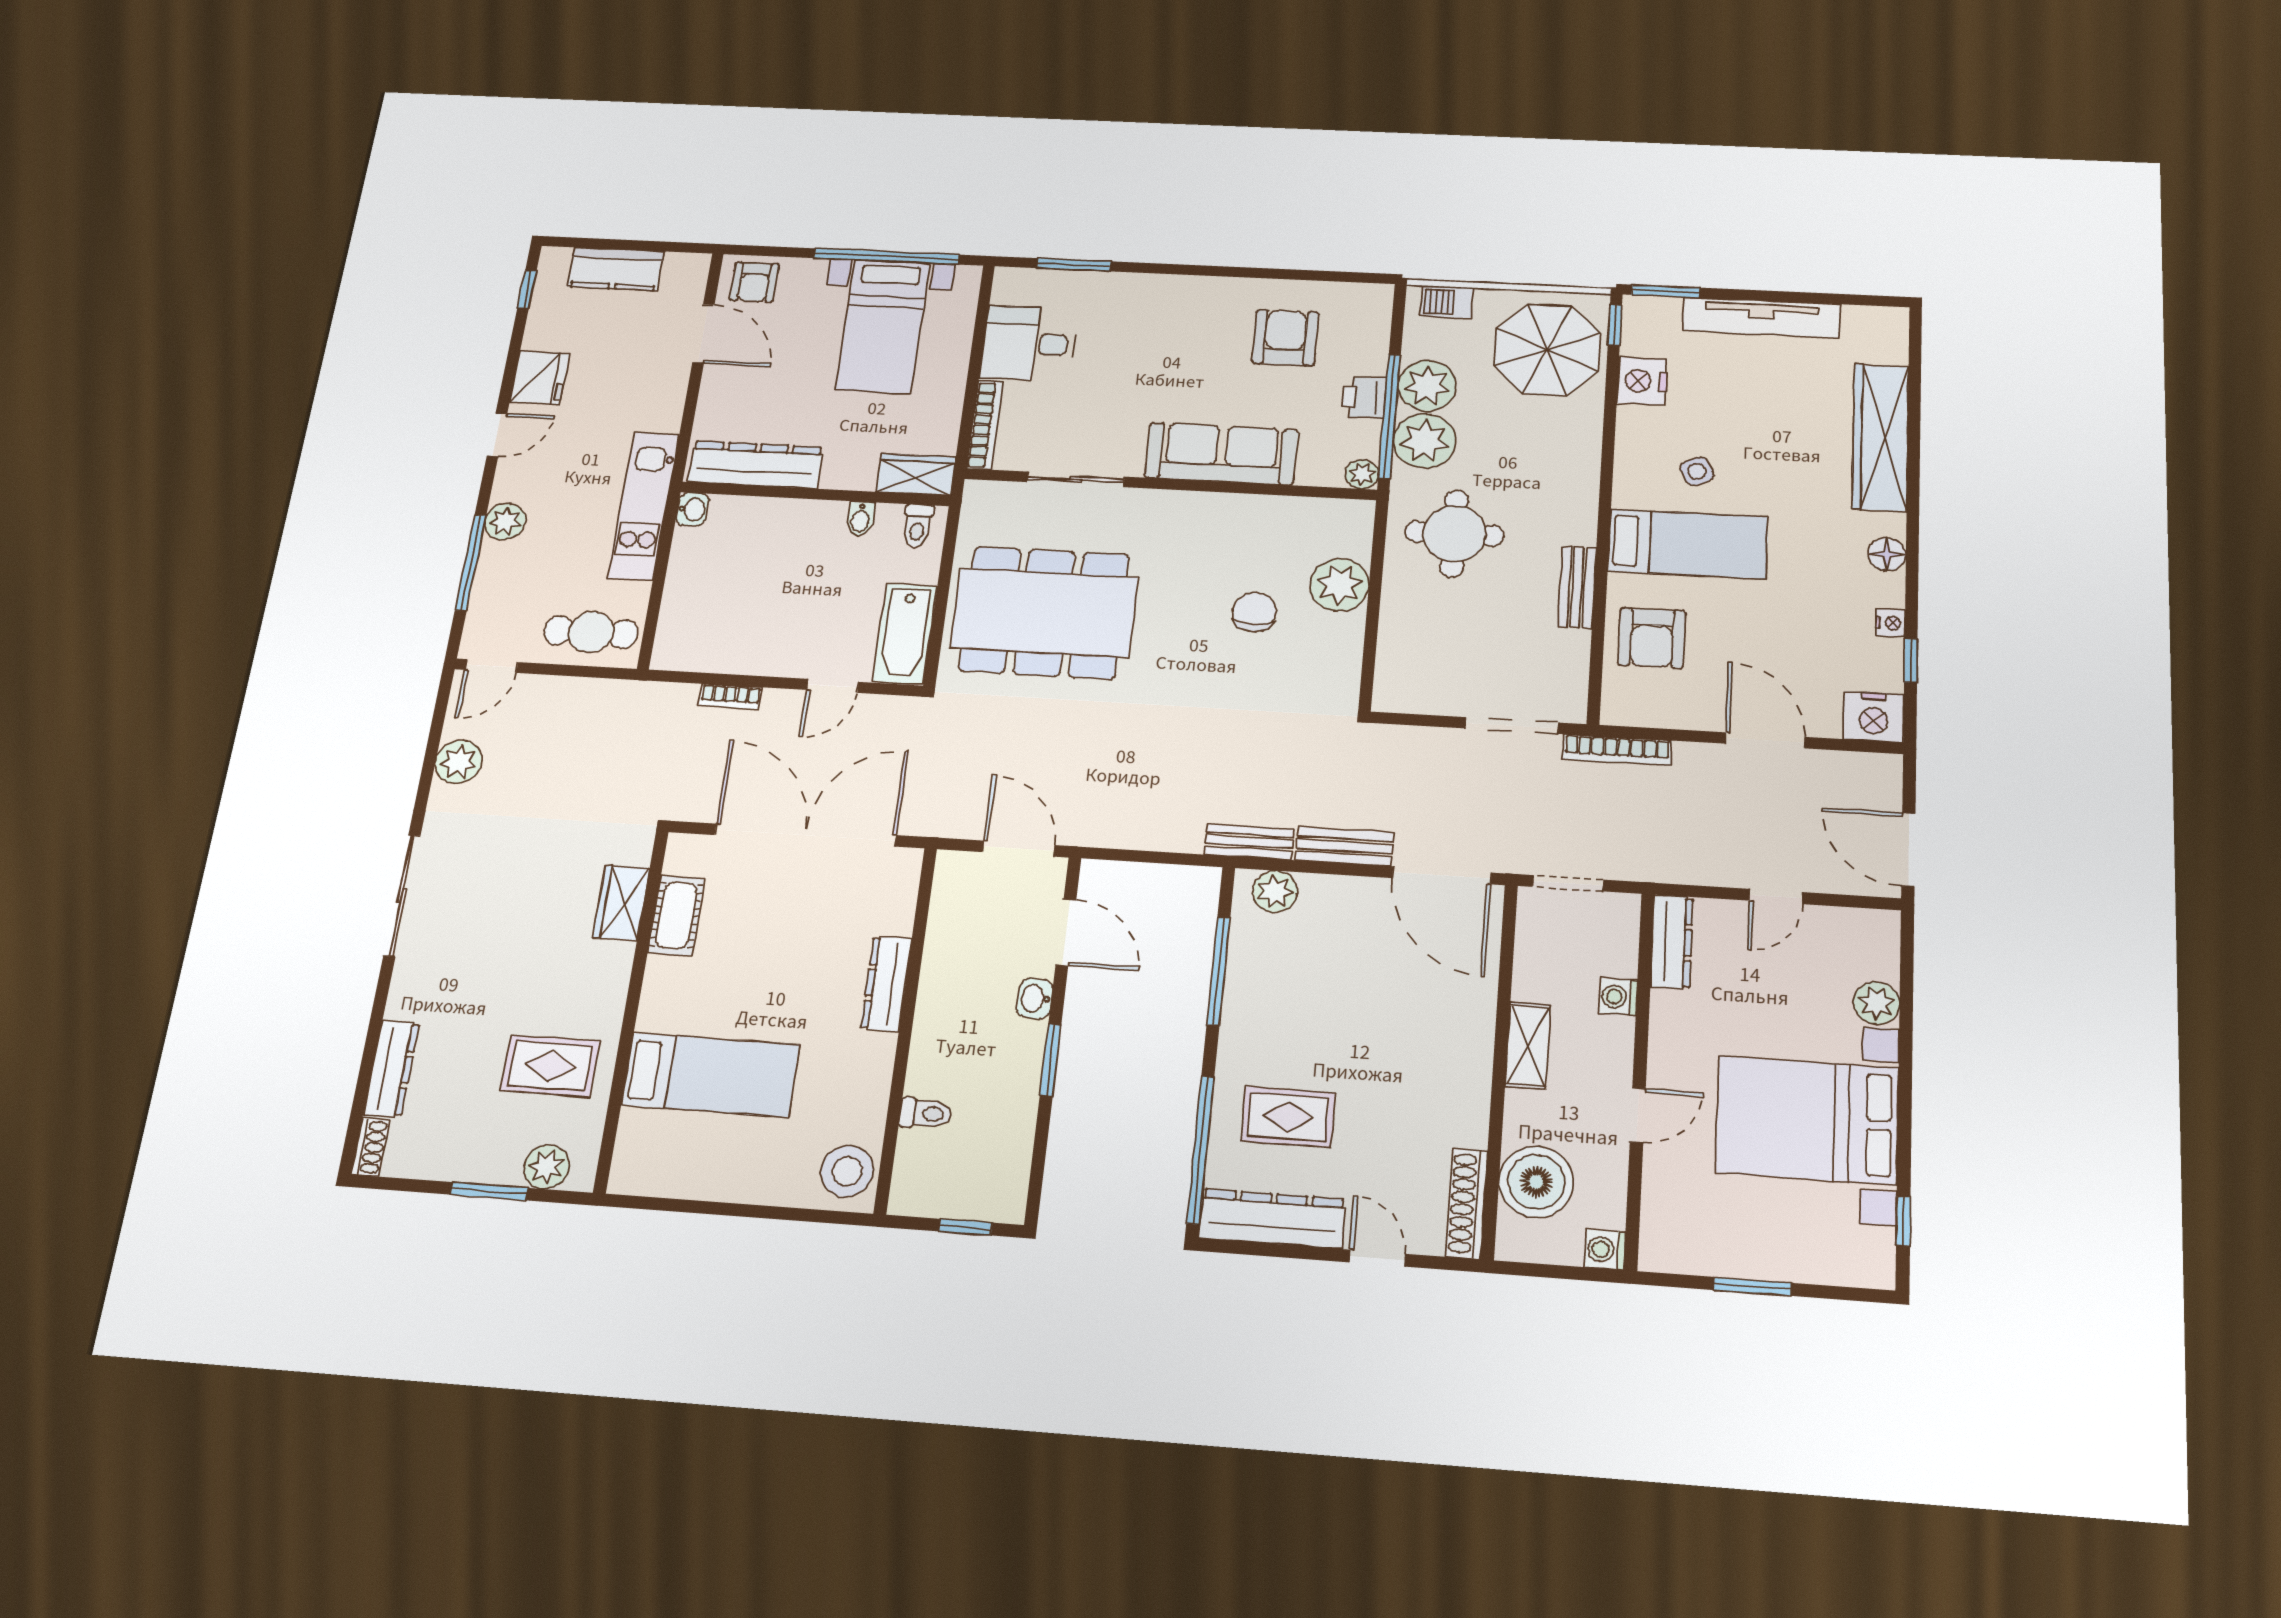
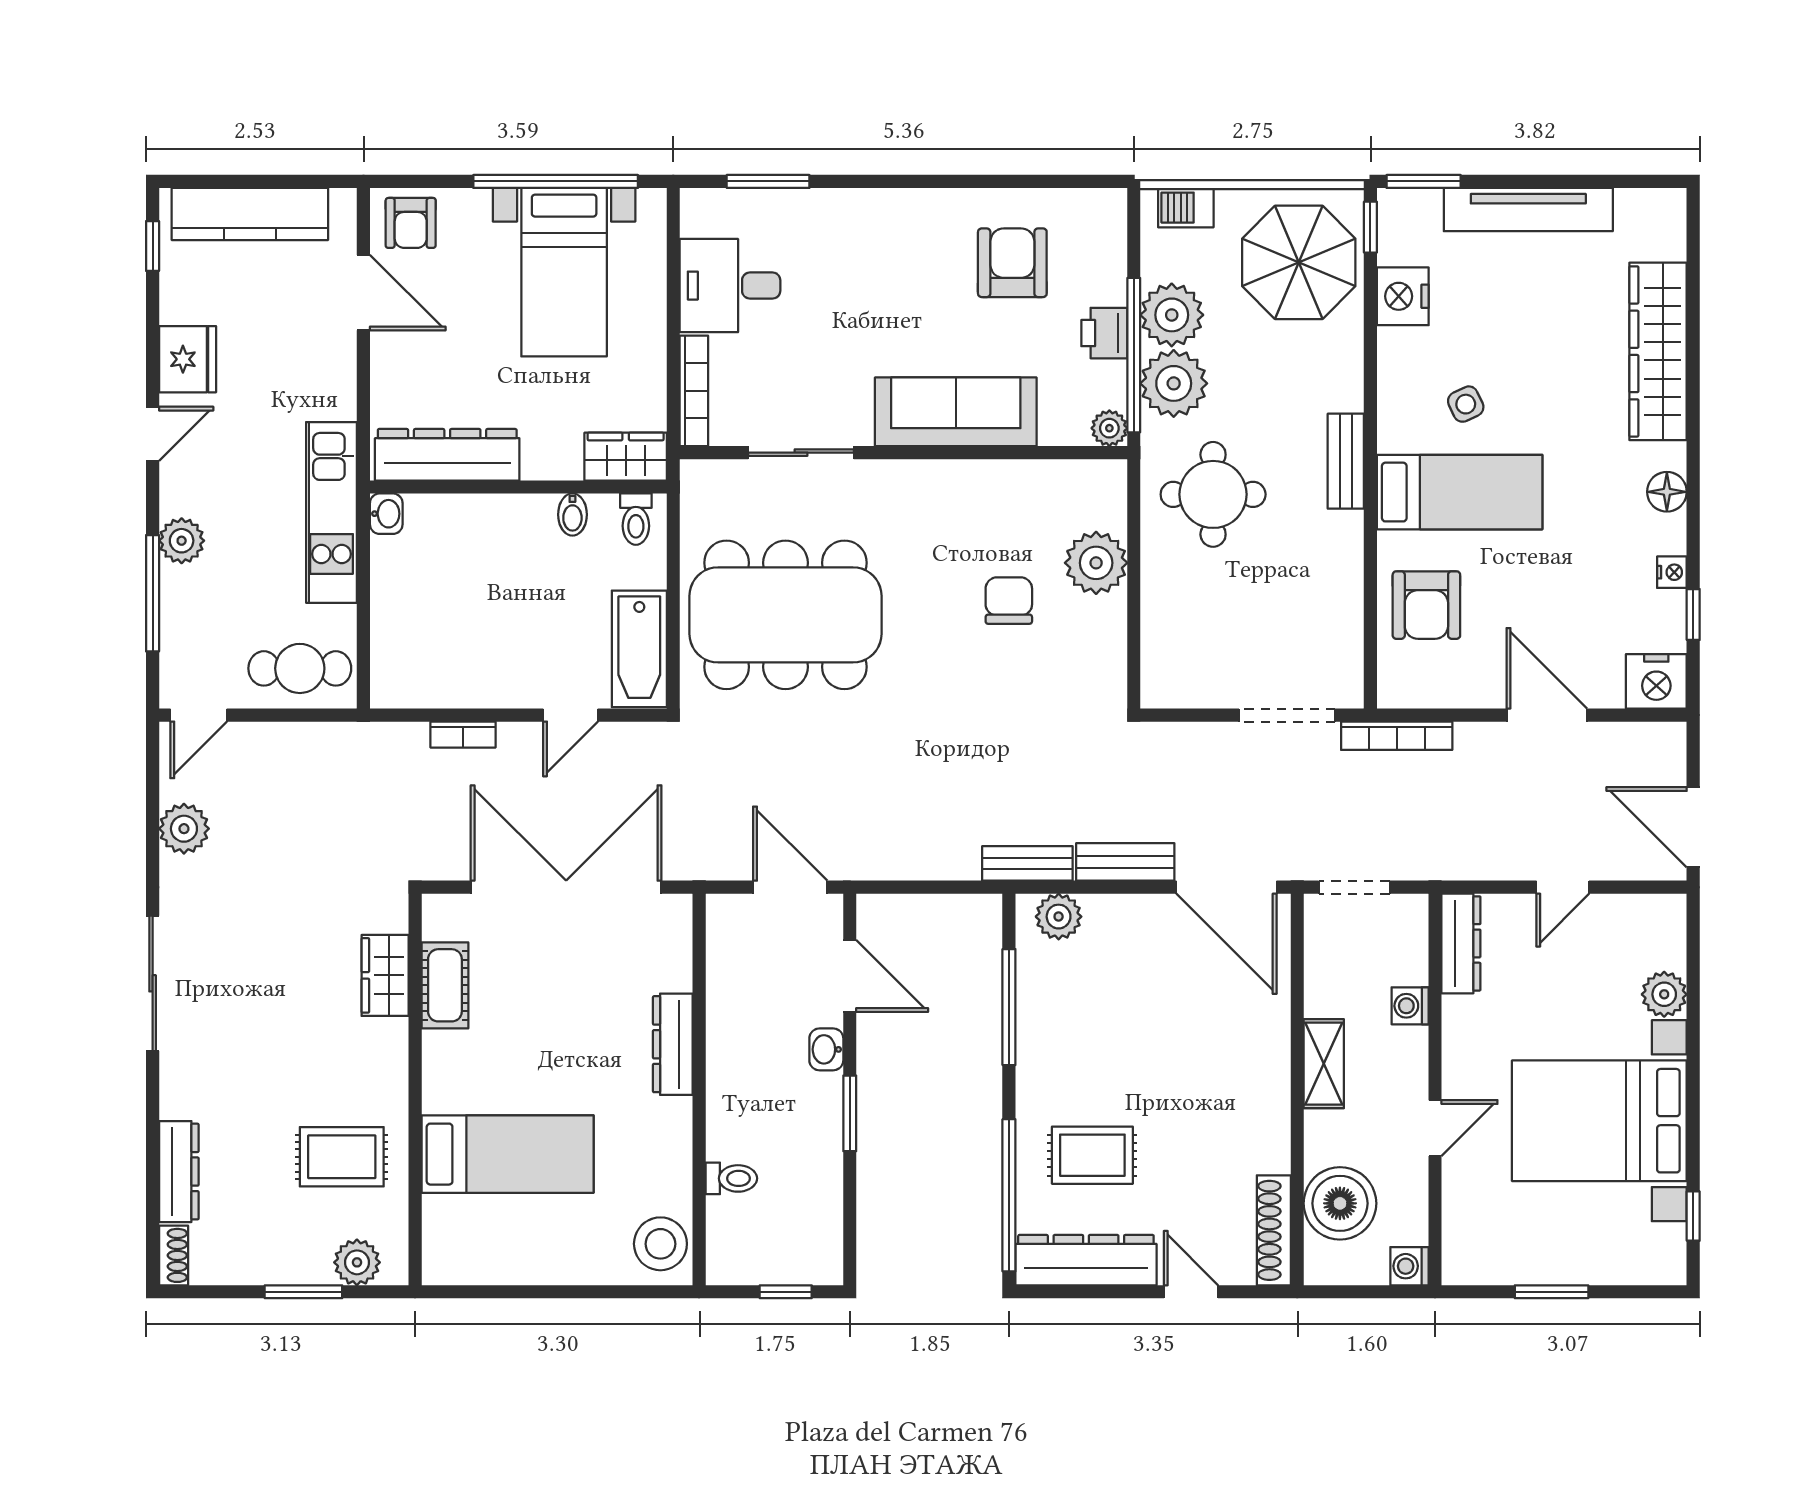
kitchen counter: (616, 269) -> (250, 214), width x1.50
bench: (1577, 587) -> (1346, 461), moved

